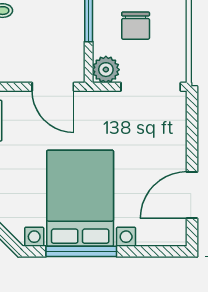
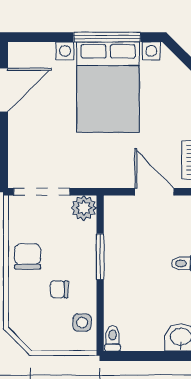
chair: (136, 26) -> (28, 257), moved
door: (53, 87) -> (154, 192), moved

